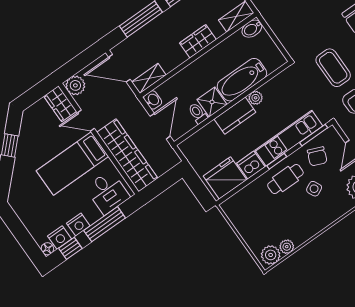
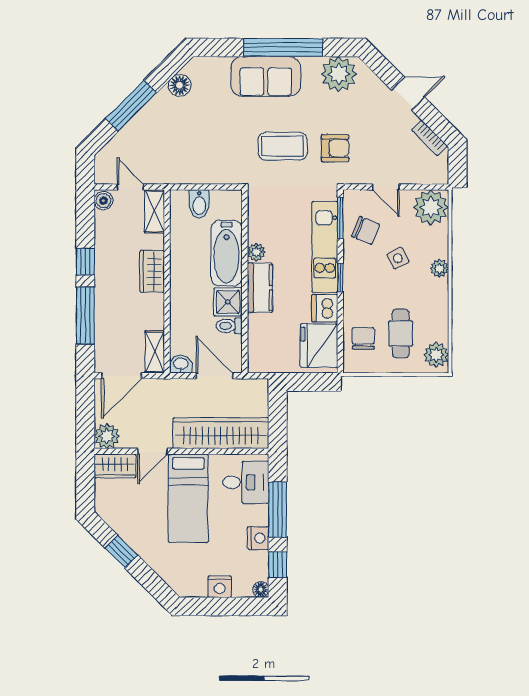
bidet: (252, 29) -> (199, 204), moved
cafe table: (285, 179) -> (401, 333), moved
chair: (249, 202) -> (363, 338), added
nightstand: (60, 238) -> (220, 587), moved, turned 90
plant: (287, 247) -> (439, 268), moved

